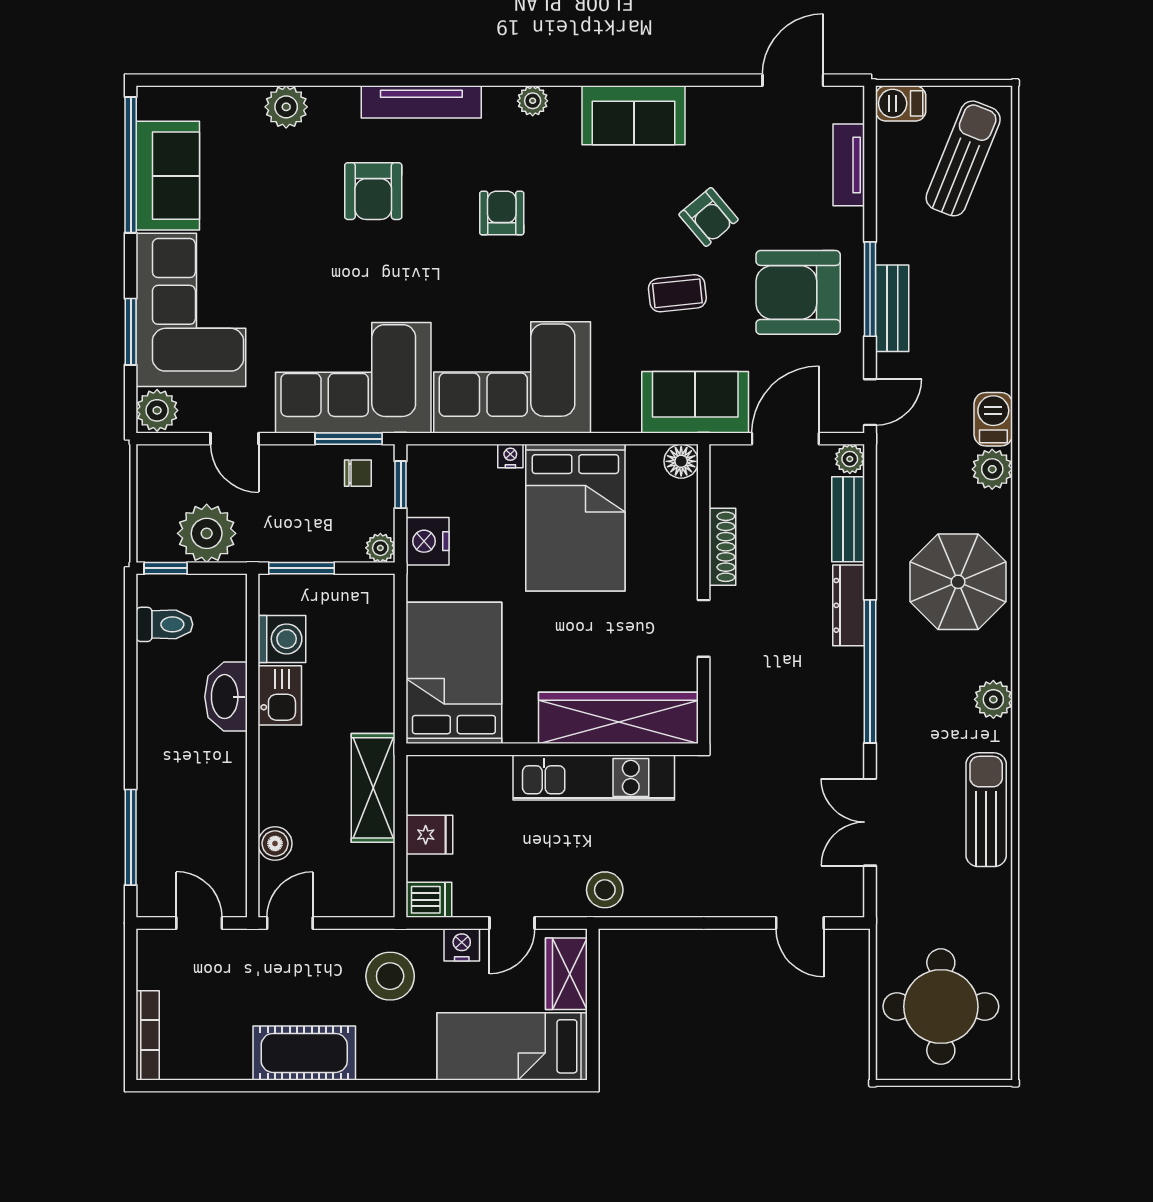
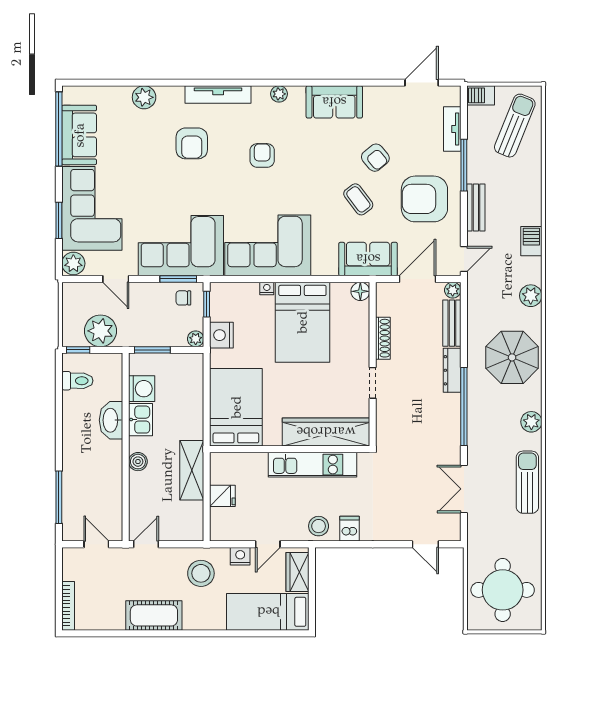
window: (870, 289) -> (464, 165), moved
coffee table: (677, 293) -> (358, 199), turned 59
barbecue: (993, 419) -> (531, 241), moved
chair: (358, 473) -> (183, 298), turned 180
boiler: (275, 843) -> (138, 462), moved
dishwasher: (429, 900) -> (350, 529), moved, turned -90

